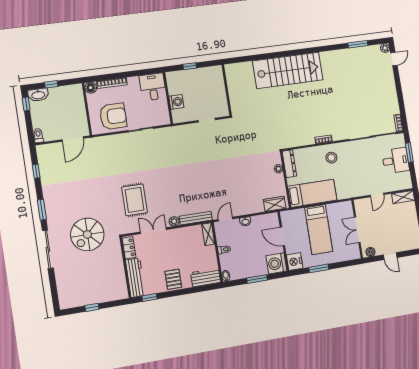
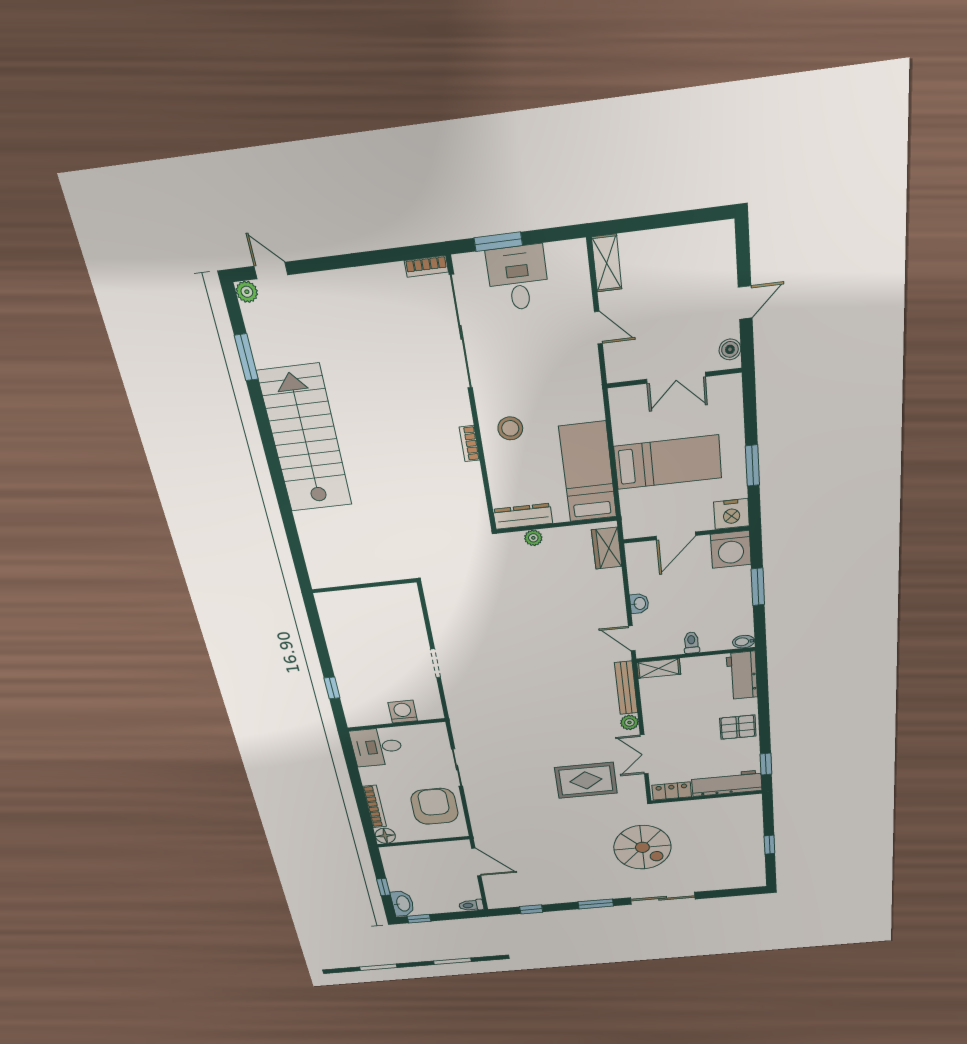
stairs: (288, 70) -> (305, 439), moved
wall: (227, 90) -> (364, 586), moved

